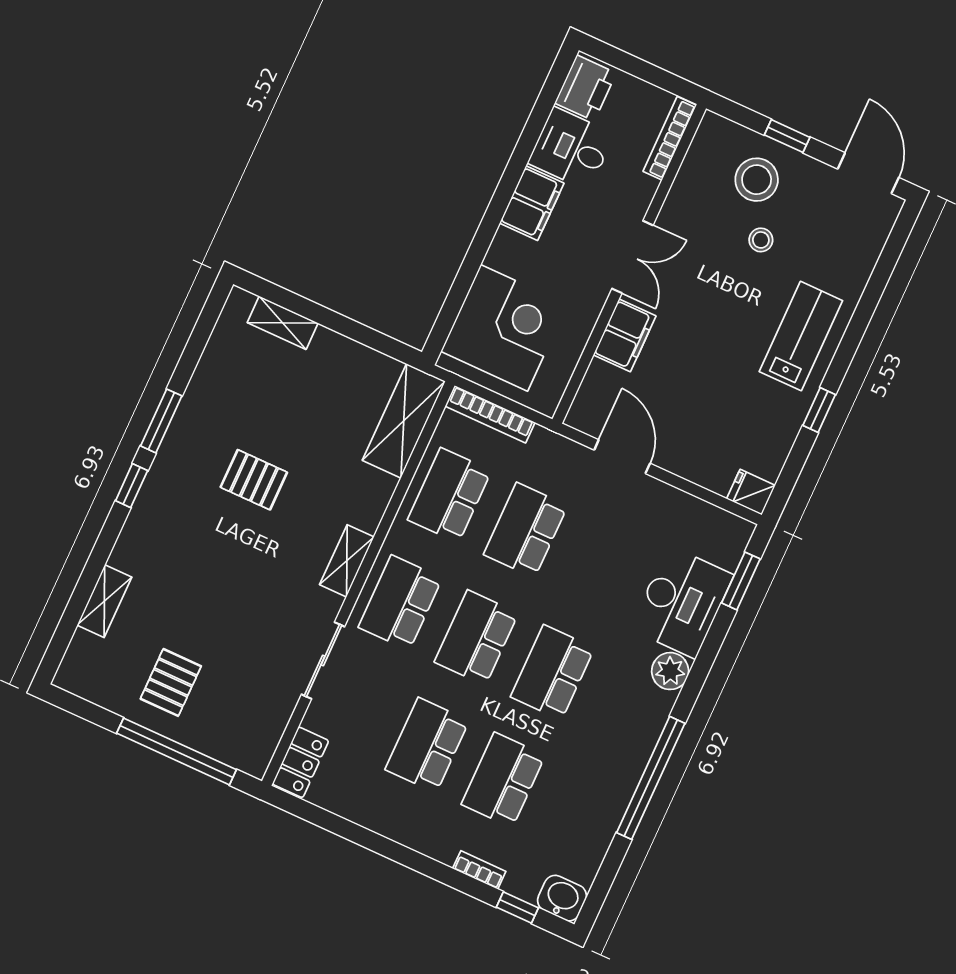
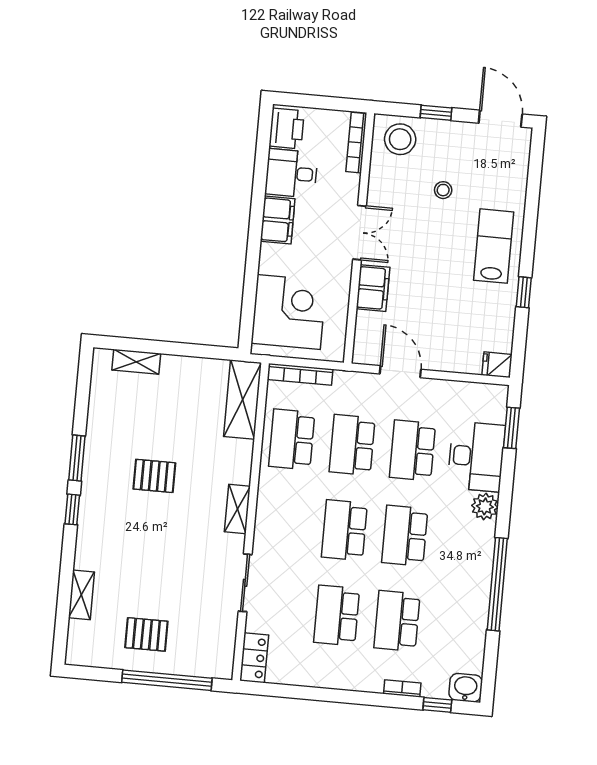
stool: (757, 180) -> (400, 139), moved
school desk: (400, 603) -> (413, 450), moved
pallet: (171, 682) -> (146, 634), turned 90

